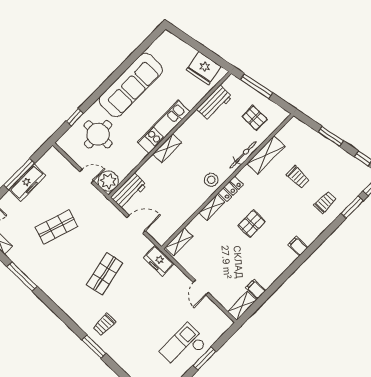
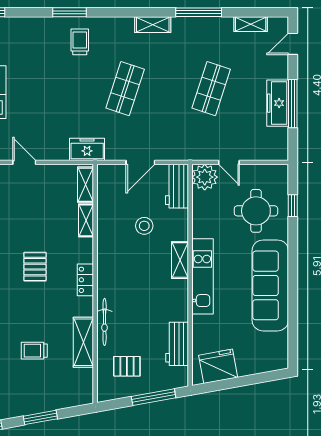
door: (87, 176) -> (229, 162), hinge flipped
stool: (211, 180) -> (144, 226), moved
shelving: (212, 207) -> (86, 220), moved
shop shelf: (105, 274) -> (125, 89), turned 30
shelving: (54, 294) -> (153, 25), added

